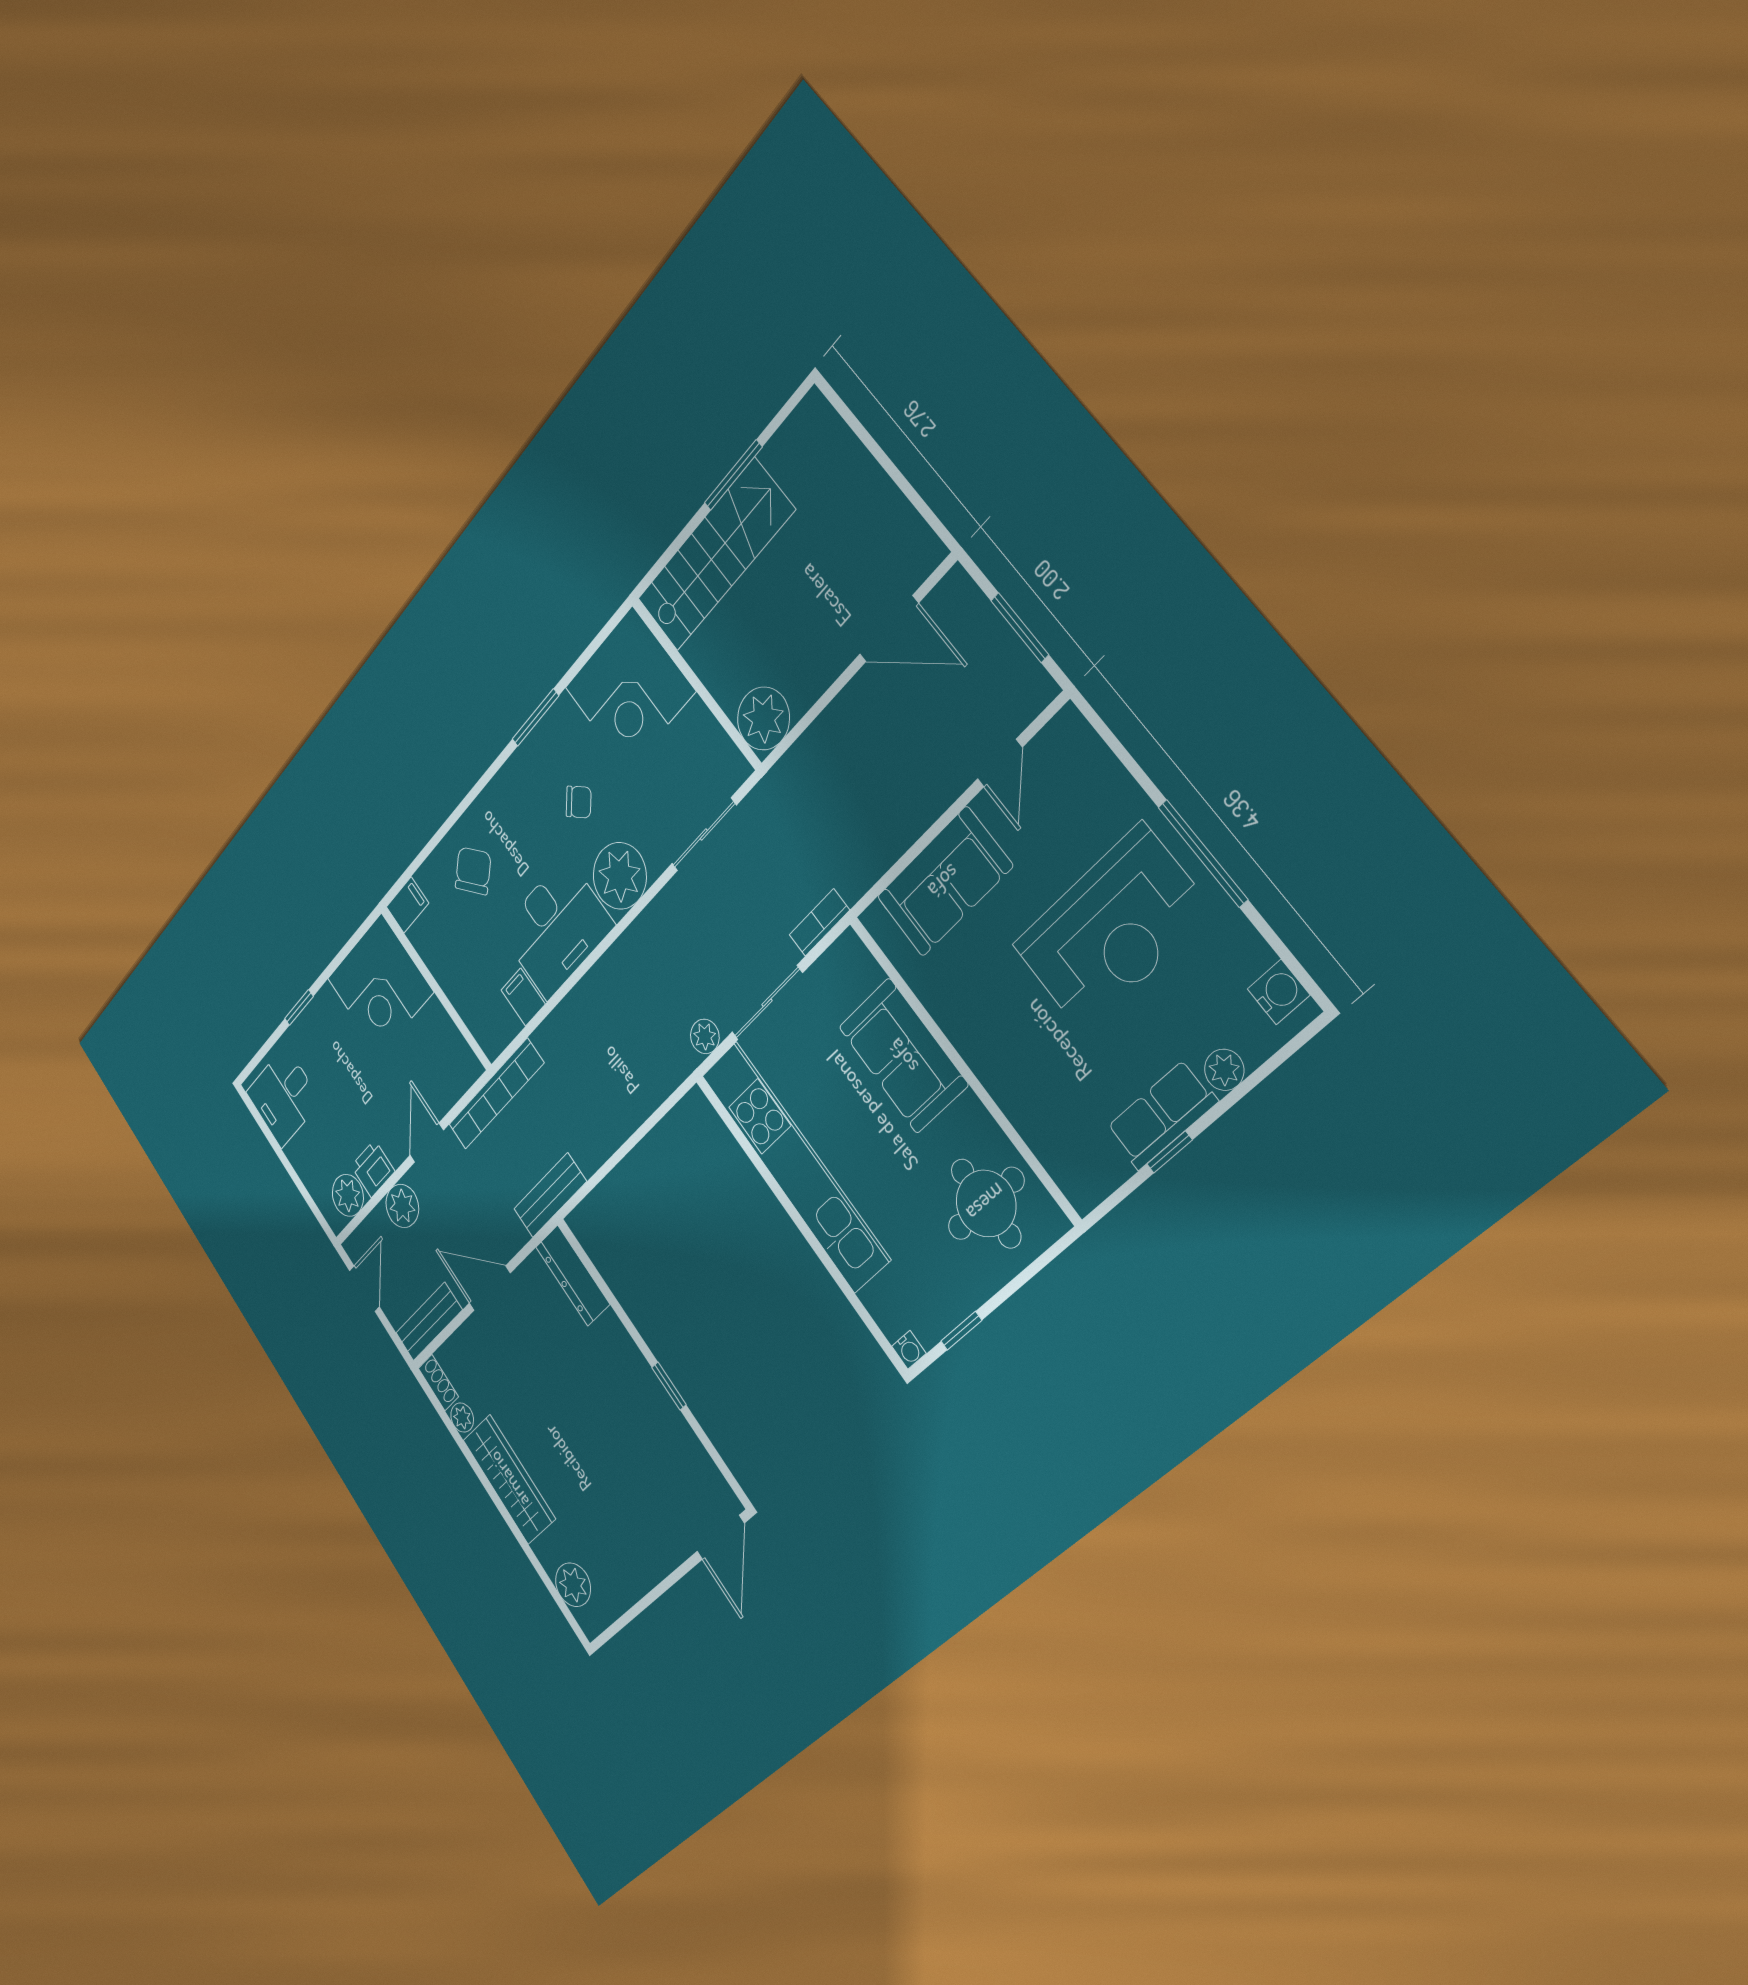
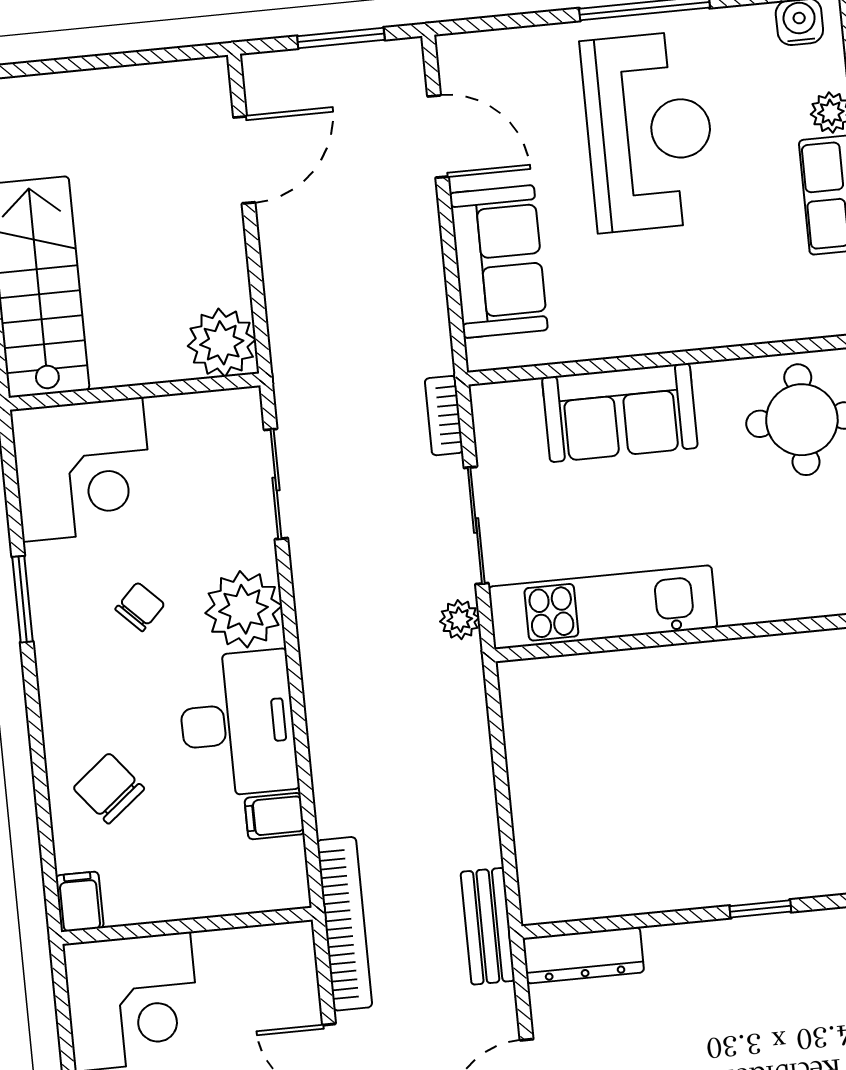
door: (1000, 763) -> (438, 137), width x1.38
kitchen unit: (795, 1166) -> (603, 607), width x0.73

